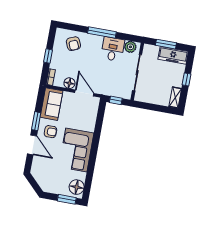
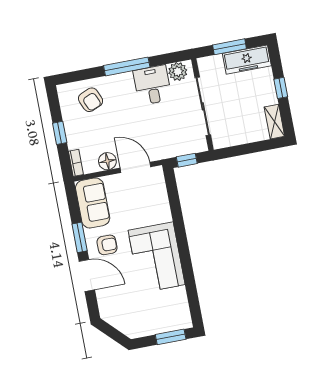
floor lamp: (77, 187) -> (178, 313), removed

